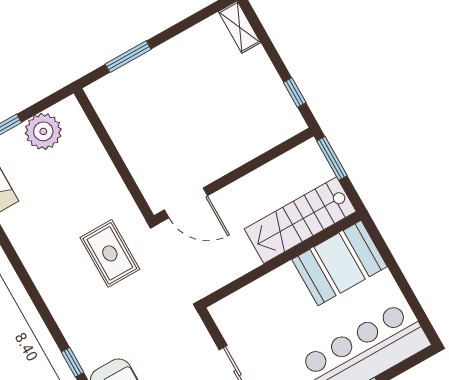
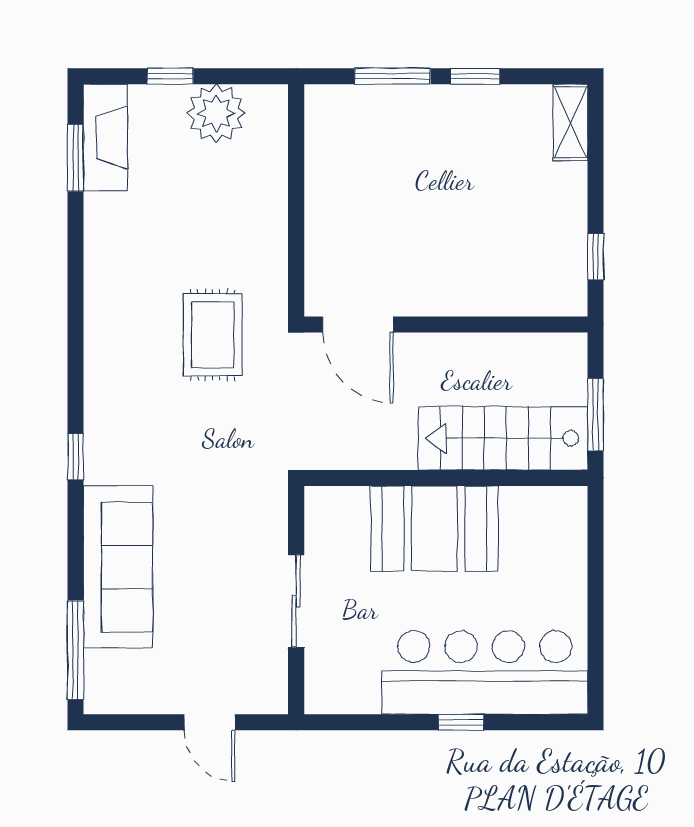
window: (173, 31) -> (475, 76), added
window: (332, 158) -> (596, 415), moved
booth: (340, 263) -> (434, 529), moved

